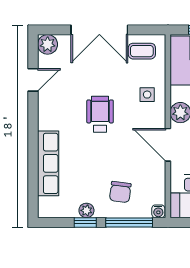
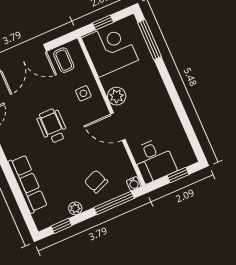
coffee table: (142, 51) -> (64, 60), turned 90
chair: (120, 192) -> (96, 182), turned 151
window: (85, 222) -> (62, 226), moved

